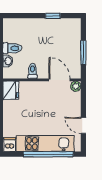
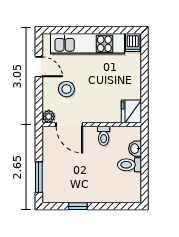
window: (83, 53) -> (39, 177), moved
stool: (62, 108) -> (66, 89), added
window: (48, 154) -> (84, 30), removed

